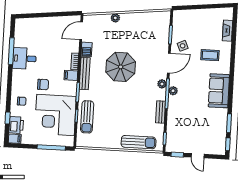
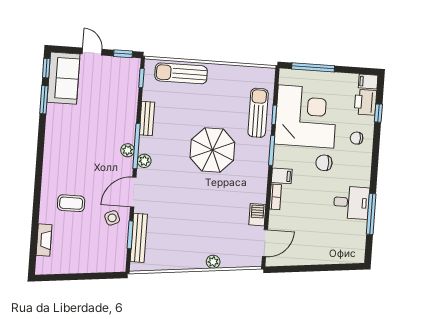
parasol: (121, 67) -> (212, 150), moved
bench: (85, 73) -> (139, 238), moved
sofa: (219, 91) -> (63, 78), moved

